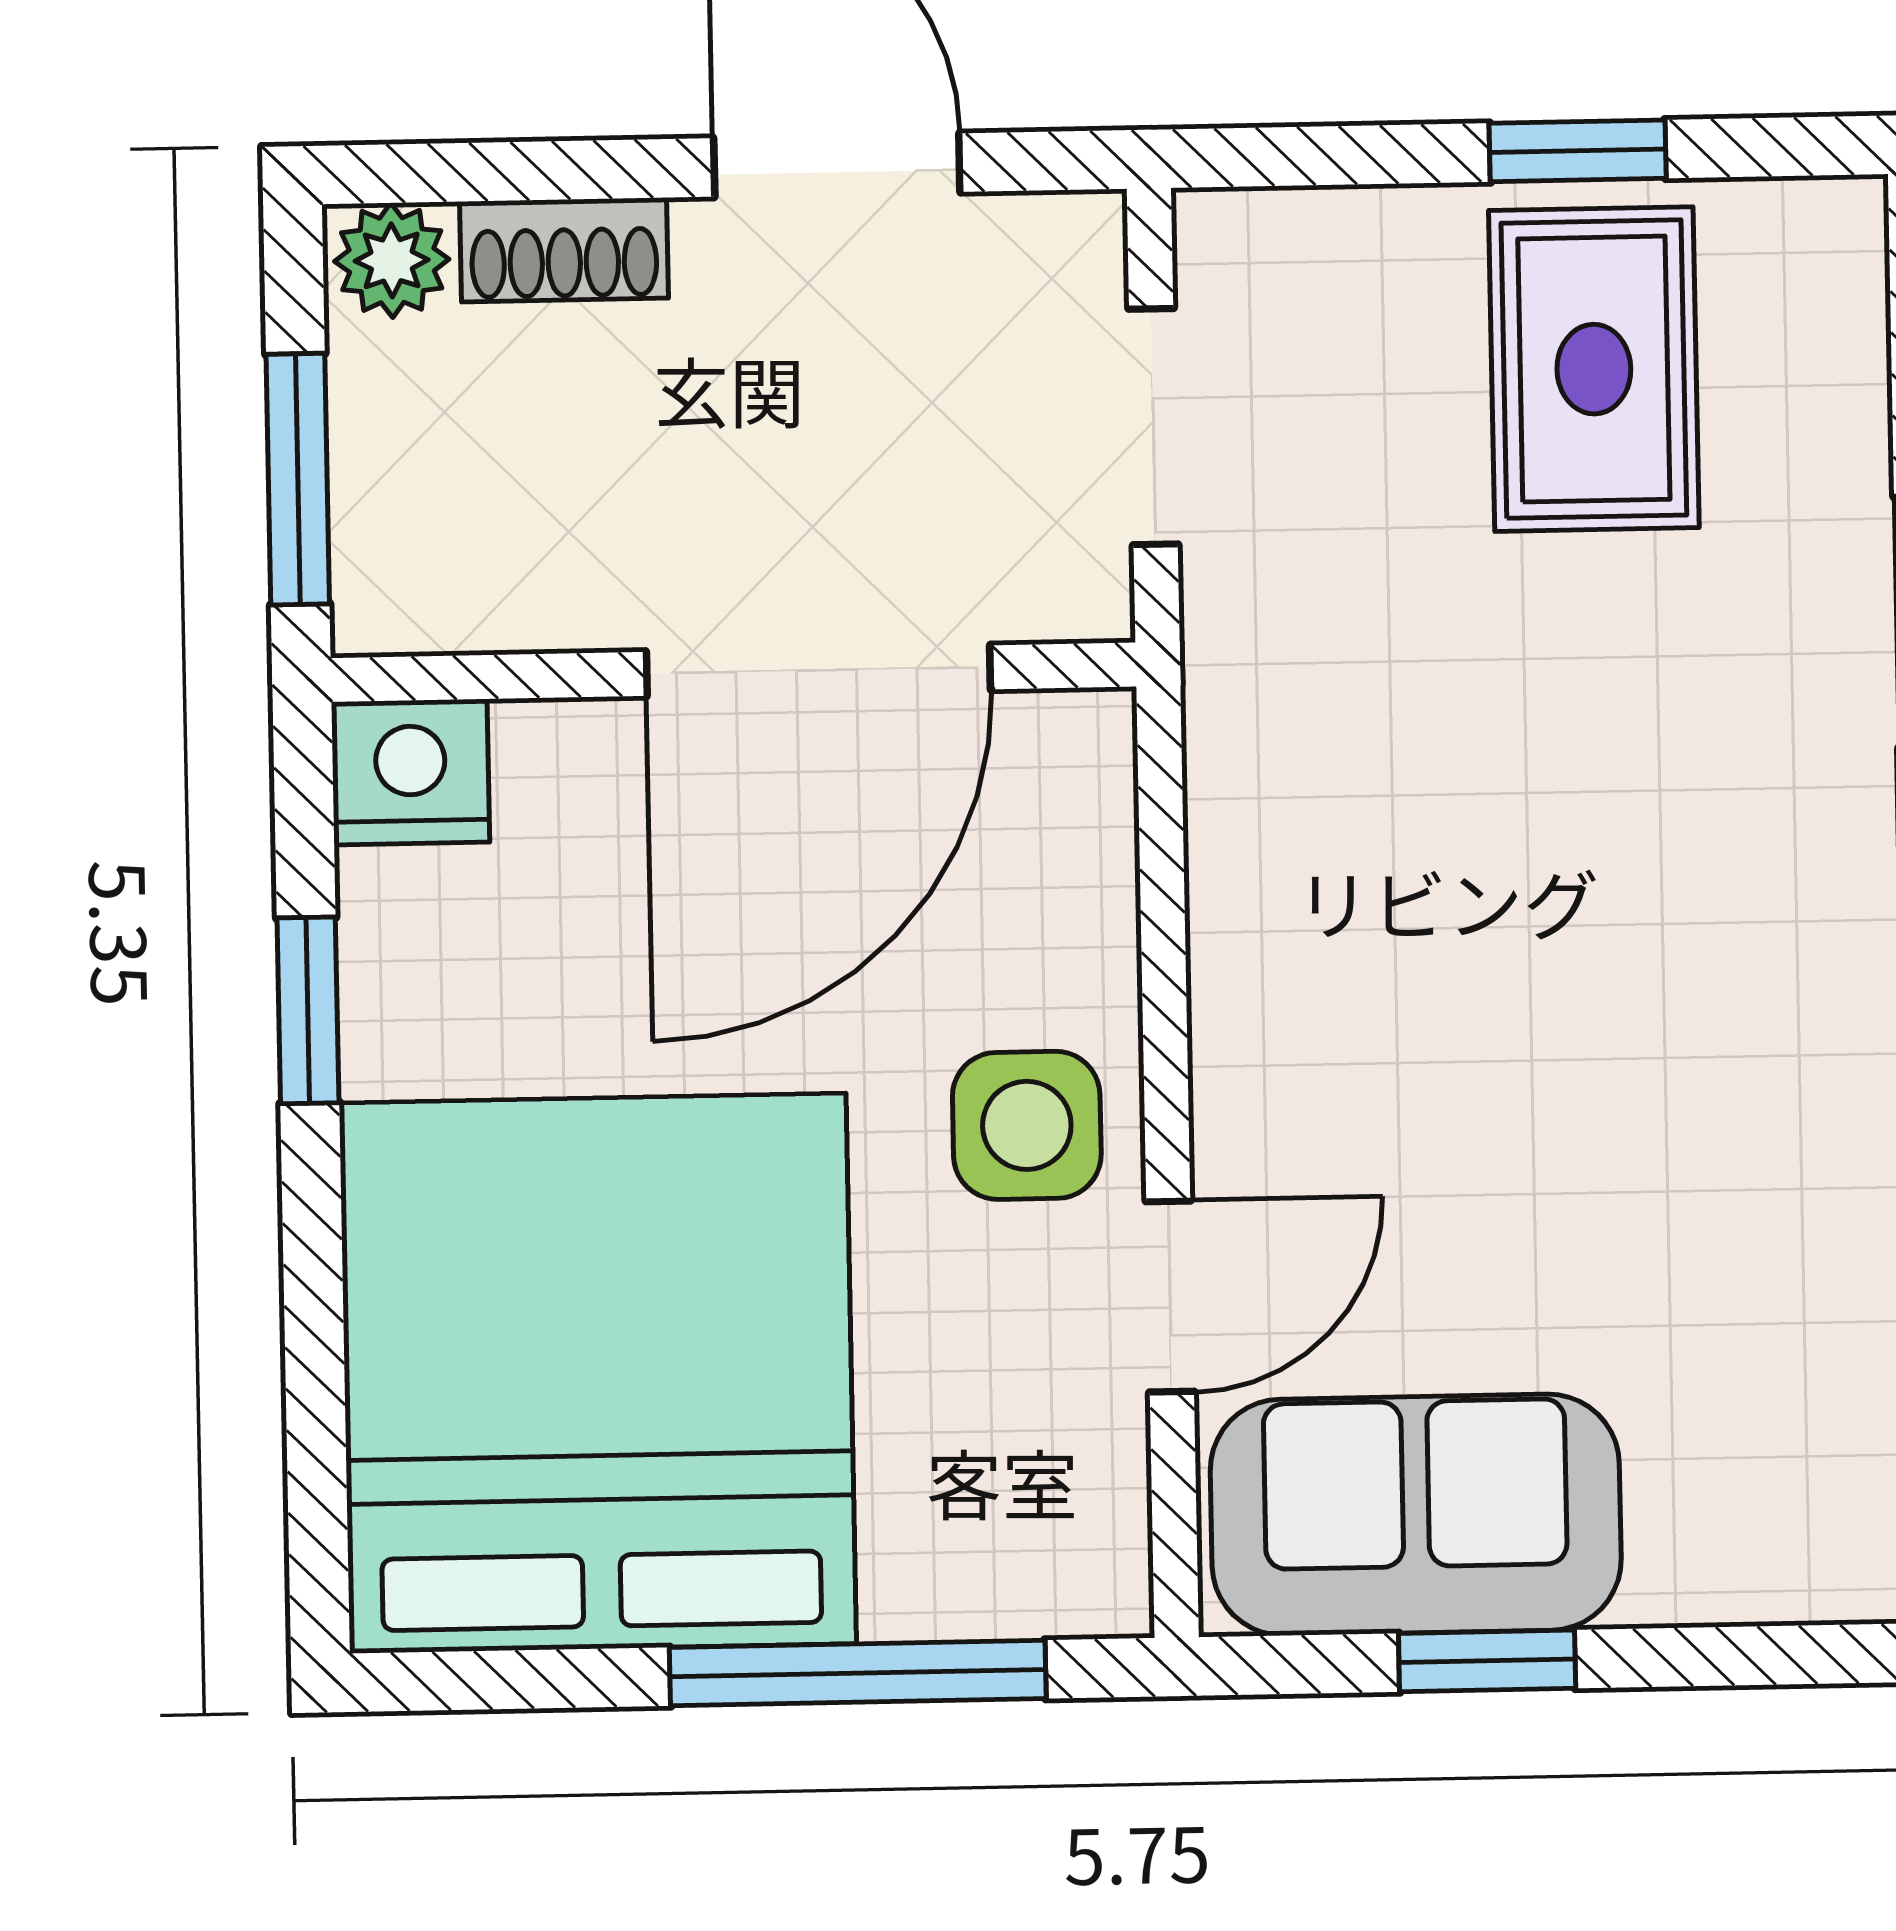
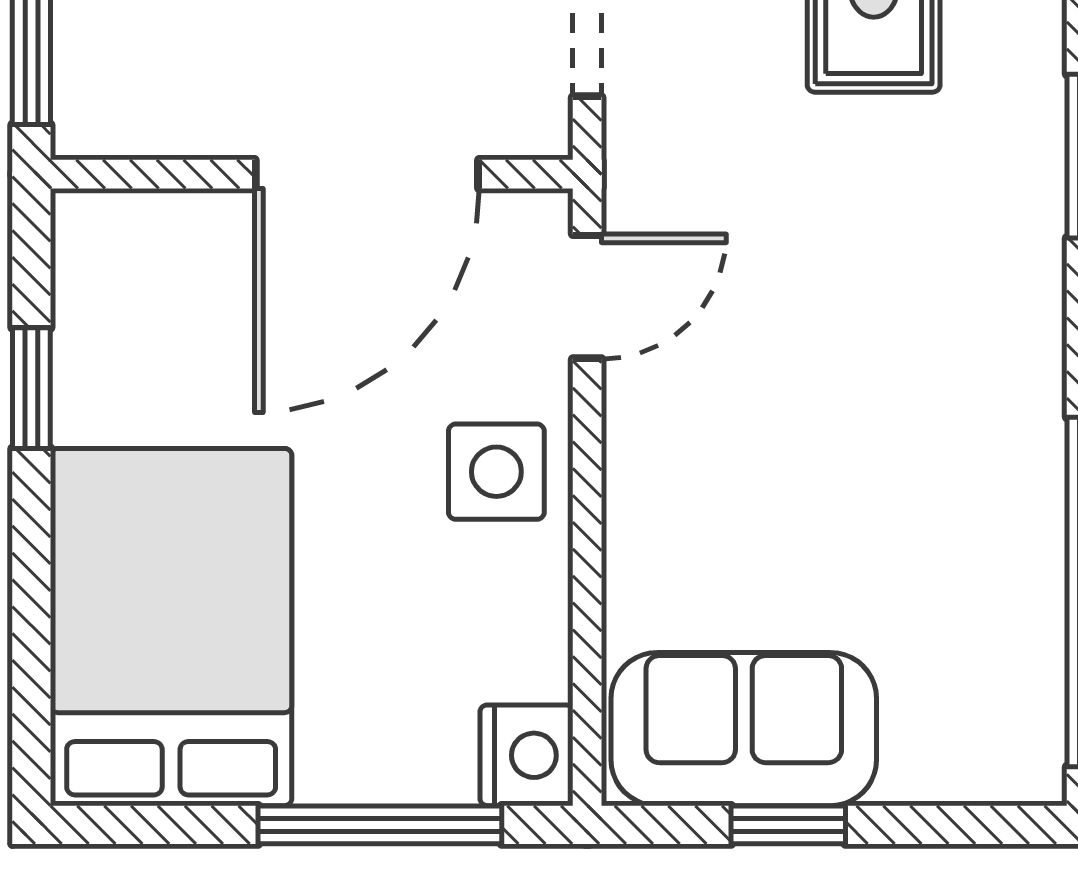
nightstand: (410, 772) -> (526, 755), moved, turned 90
door: (1170, 1297) -> (587, 297), moved
bed: (598, 1373) -> (171, 627), width x0.73

